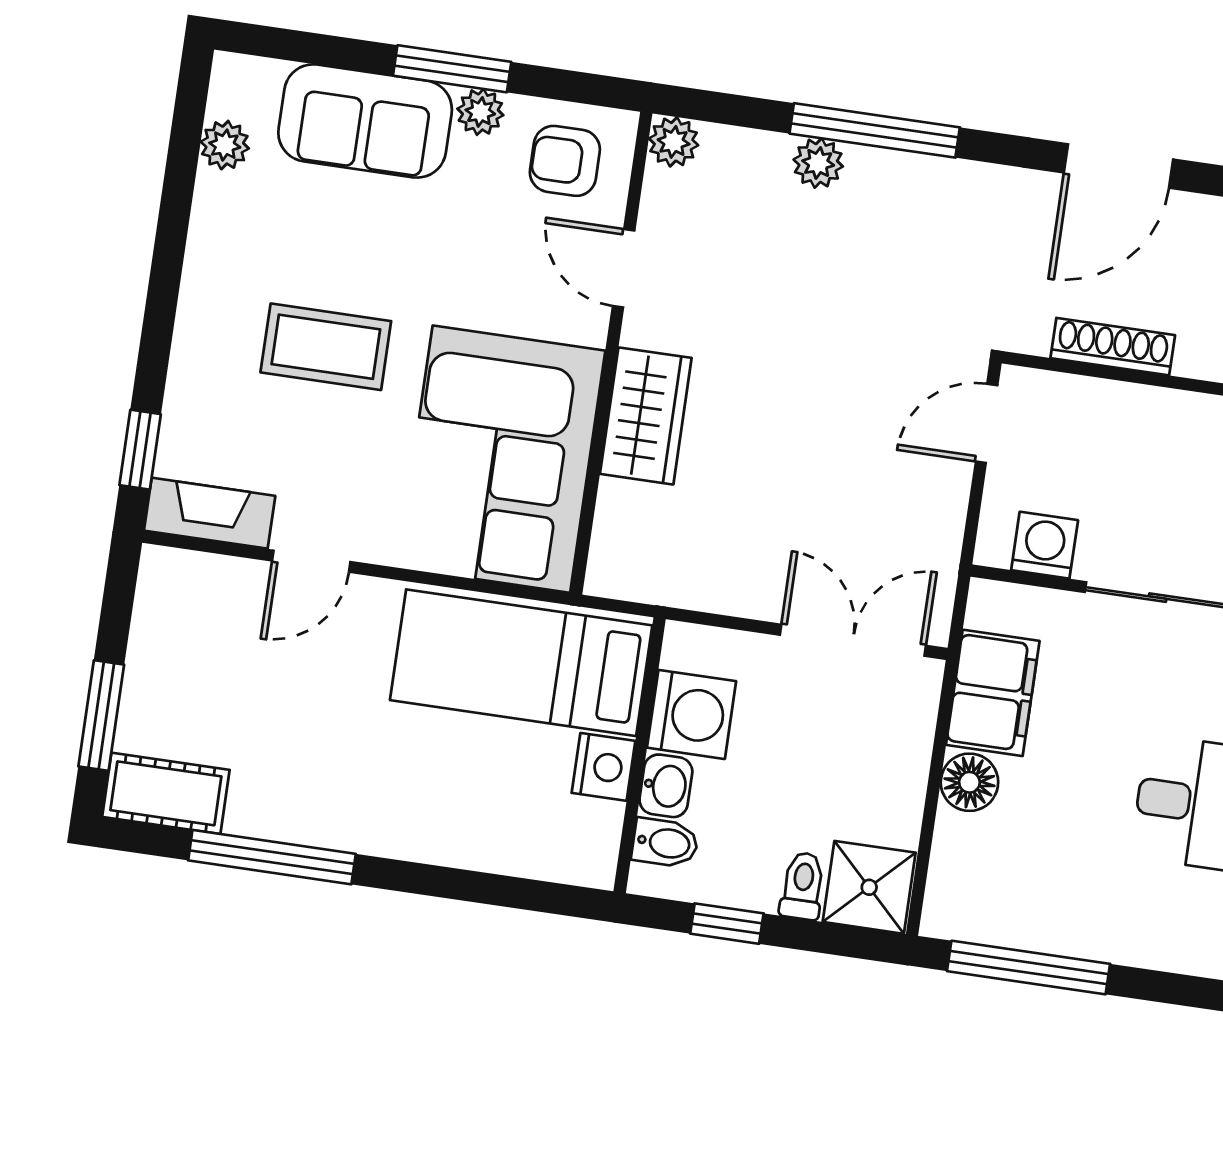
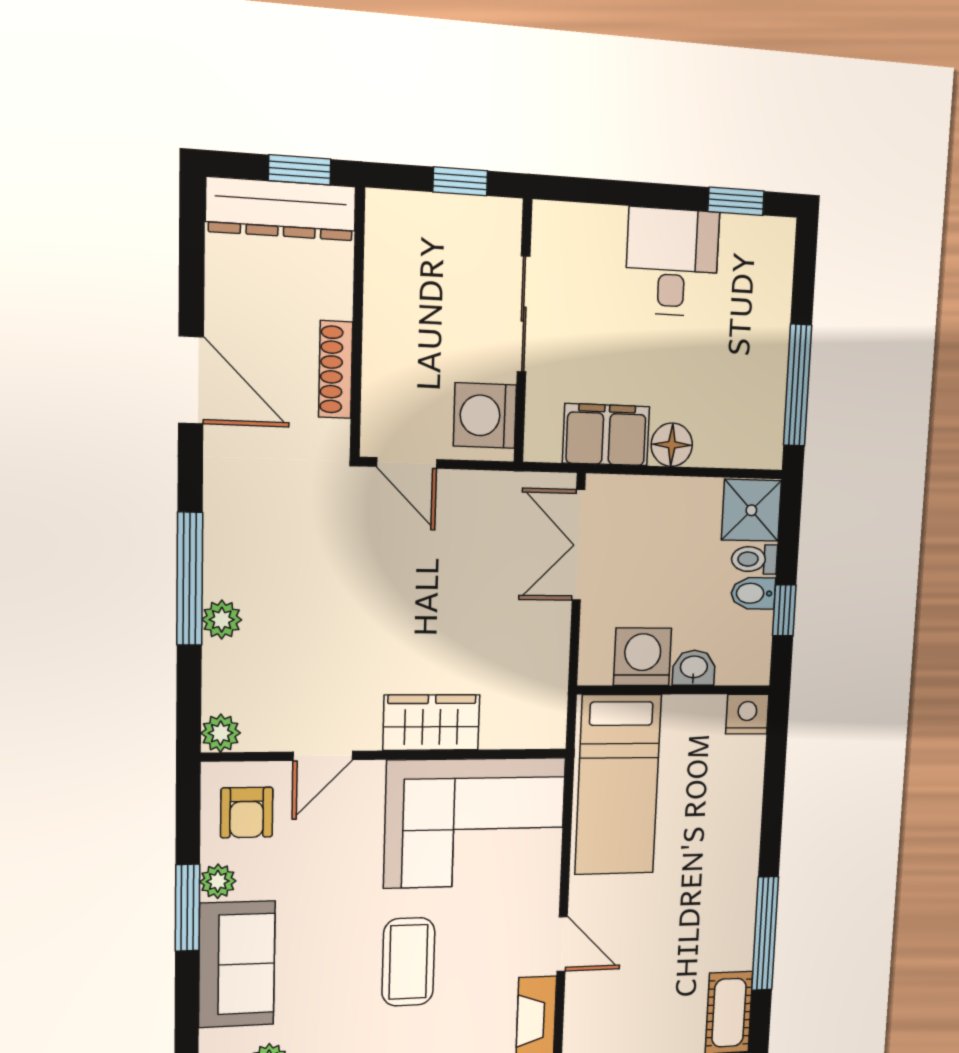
washing machine: (1045, 545) -> (485, 416), width x1.38, depth x1.38
nightstand: (604, 767) -> (747, 714), moved
bidet: (665, 843) -> (753, 593), moved, turned -90

